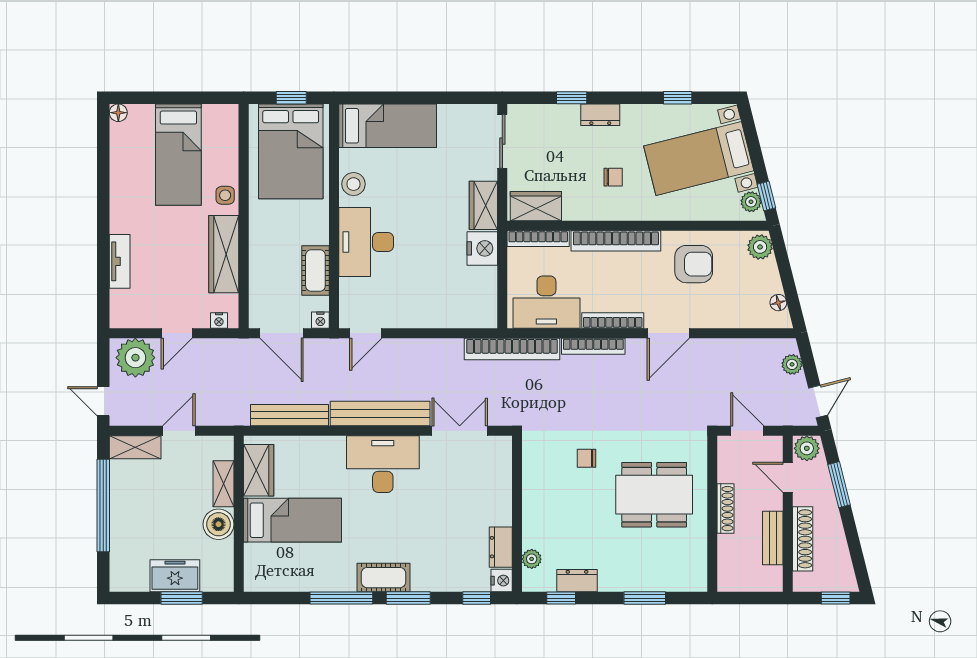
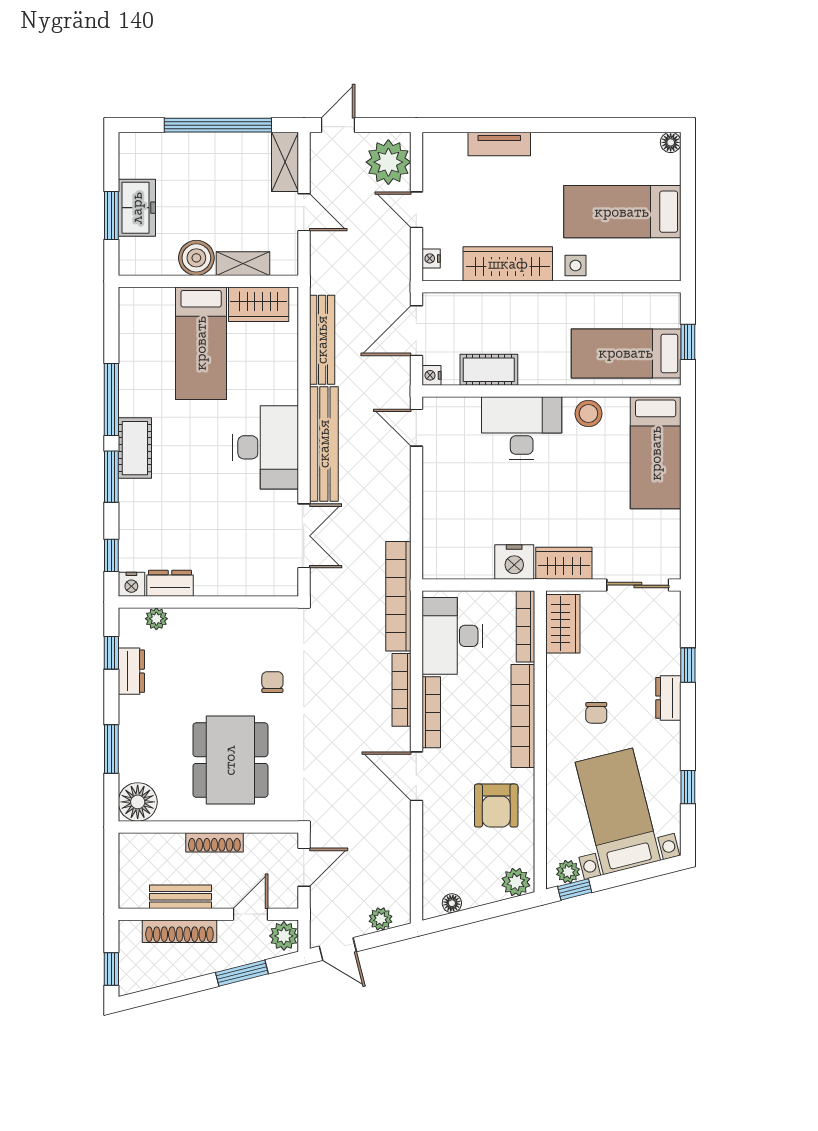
bed: (291, 151) -> (626, 353), width x0.67
floor lamp: (691, 575) -> (138, 802), added

